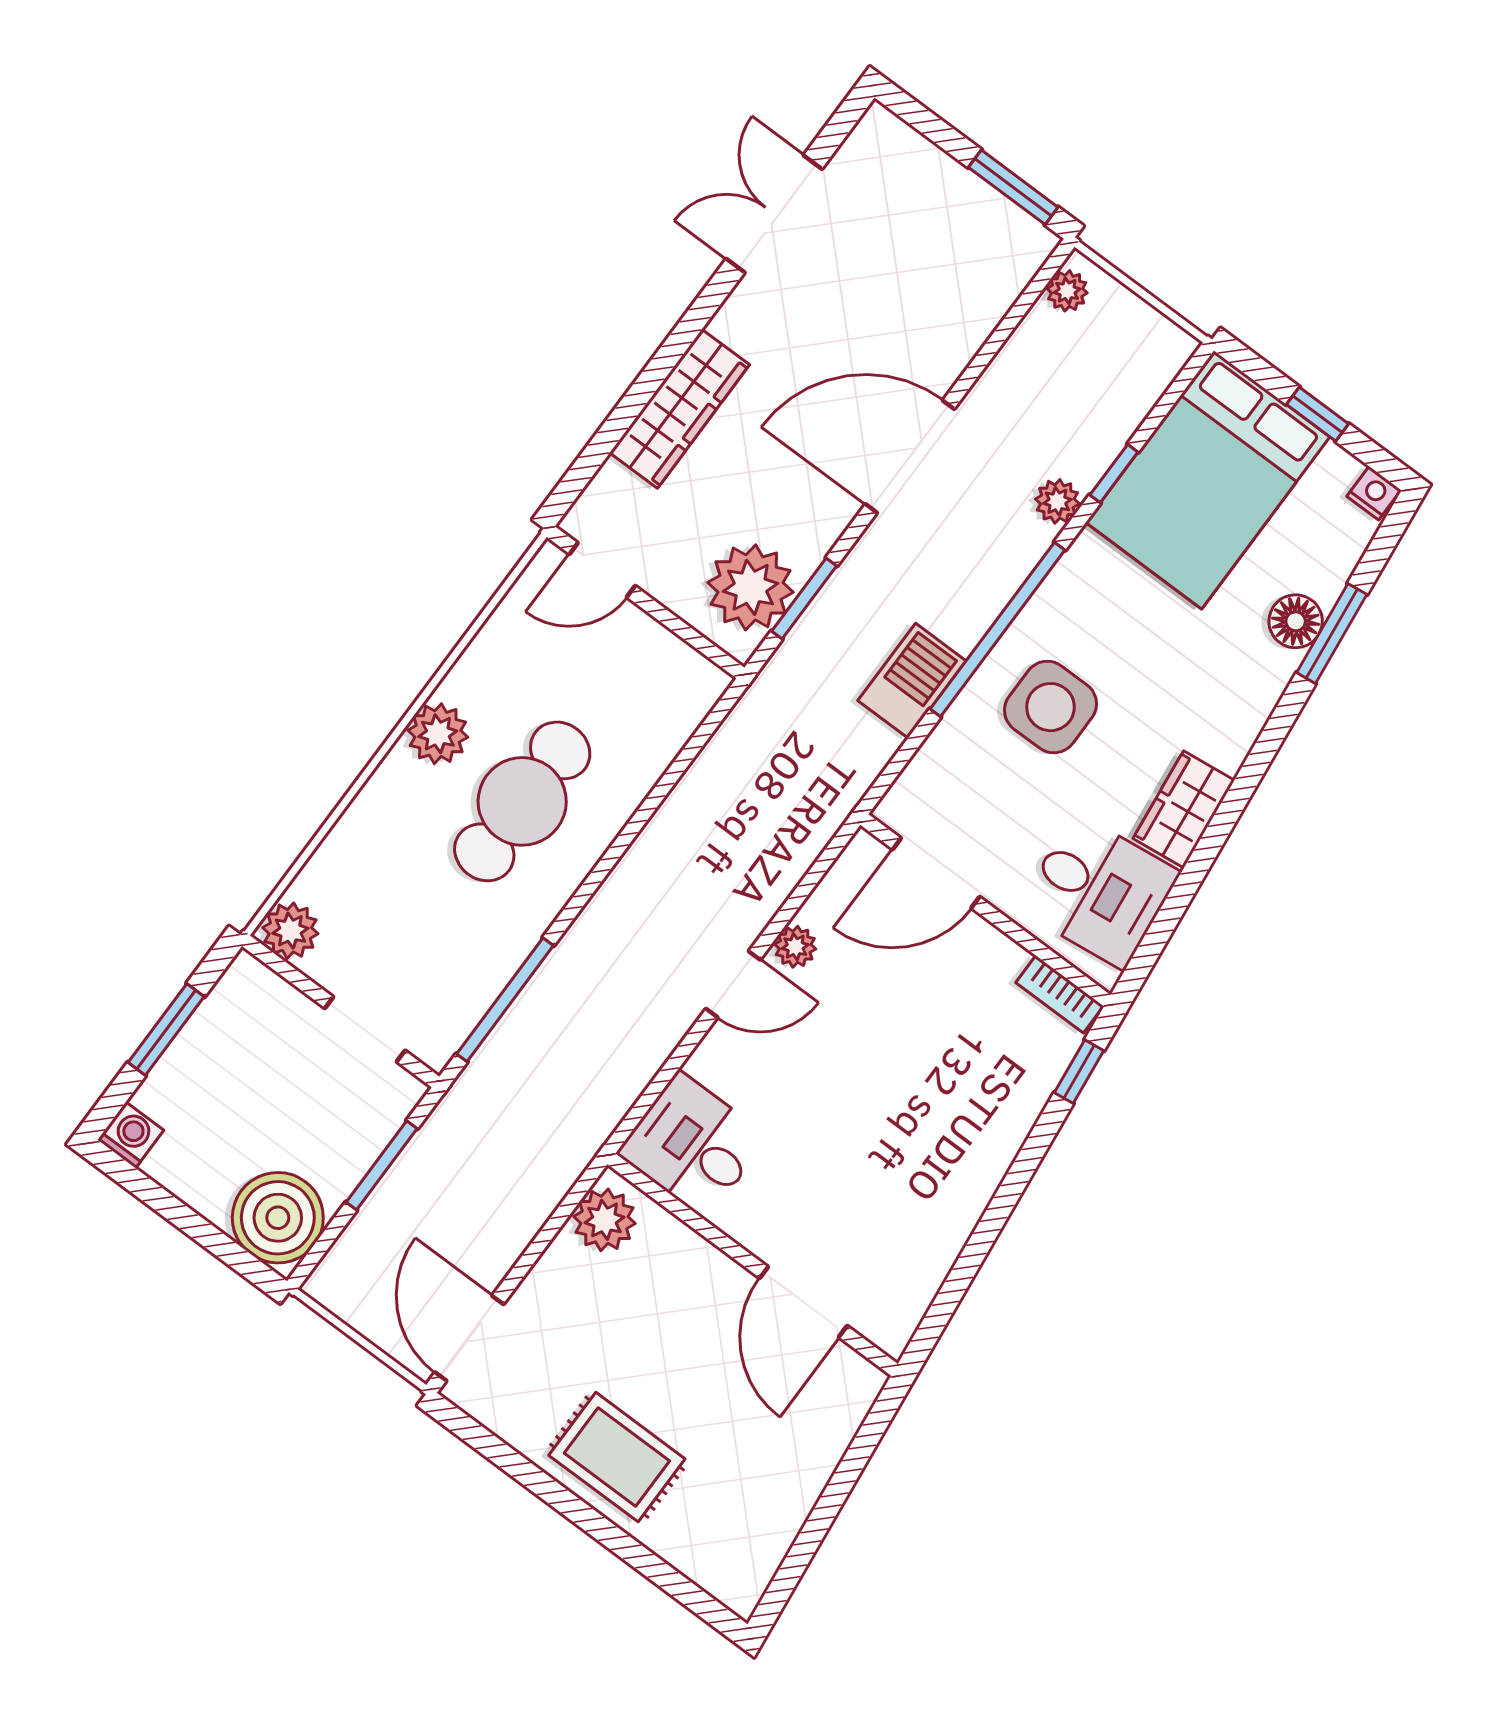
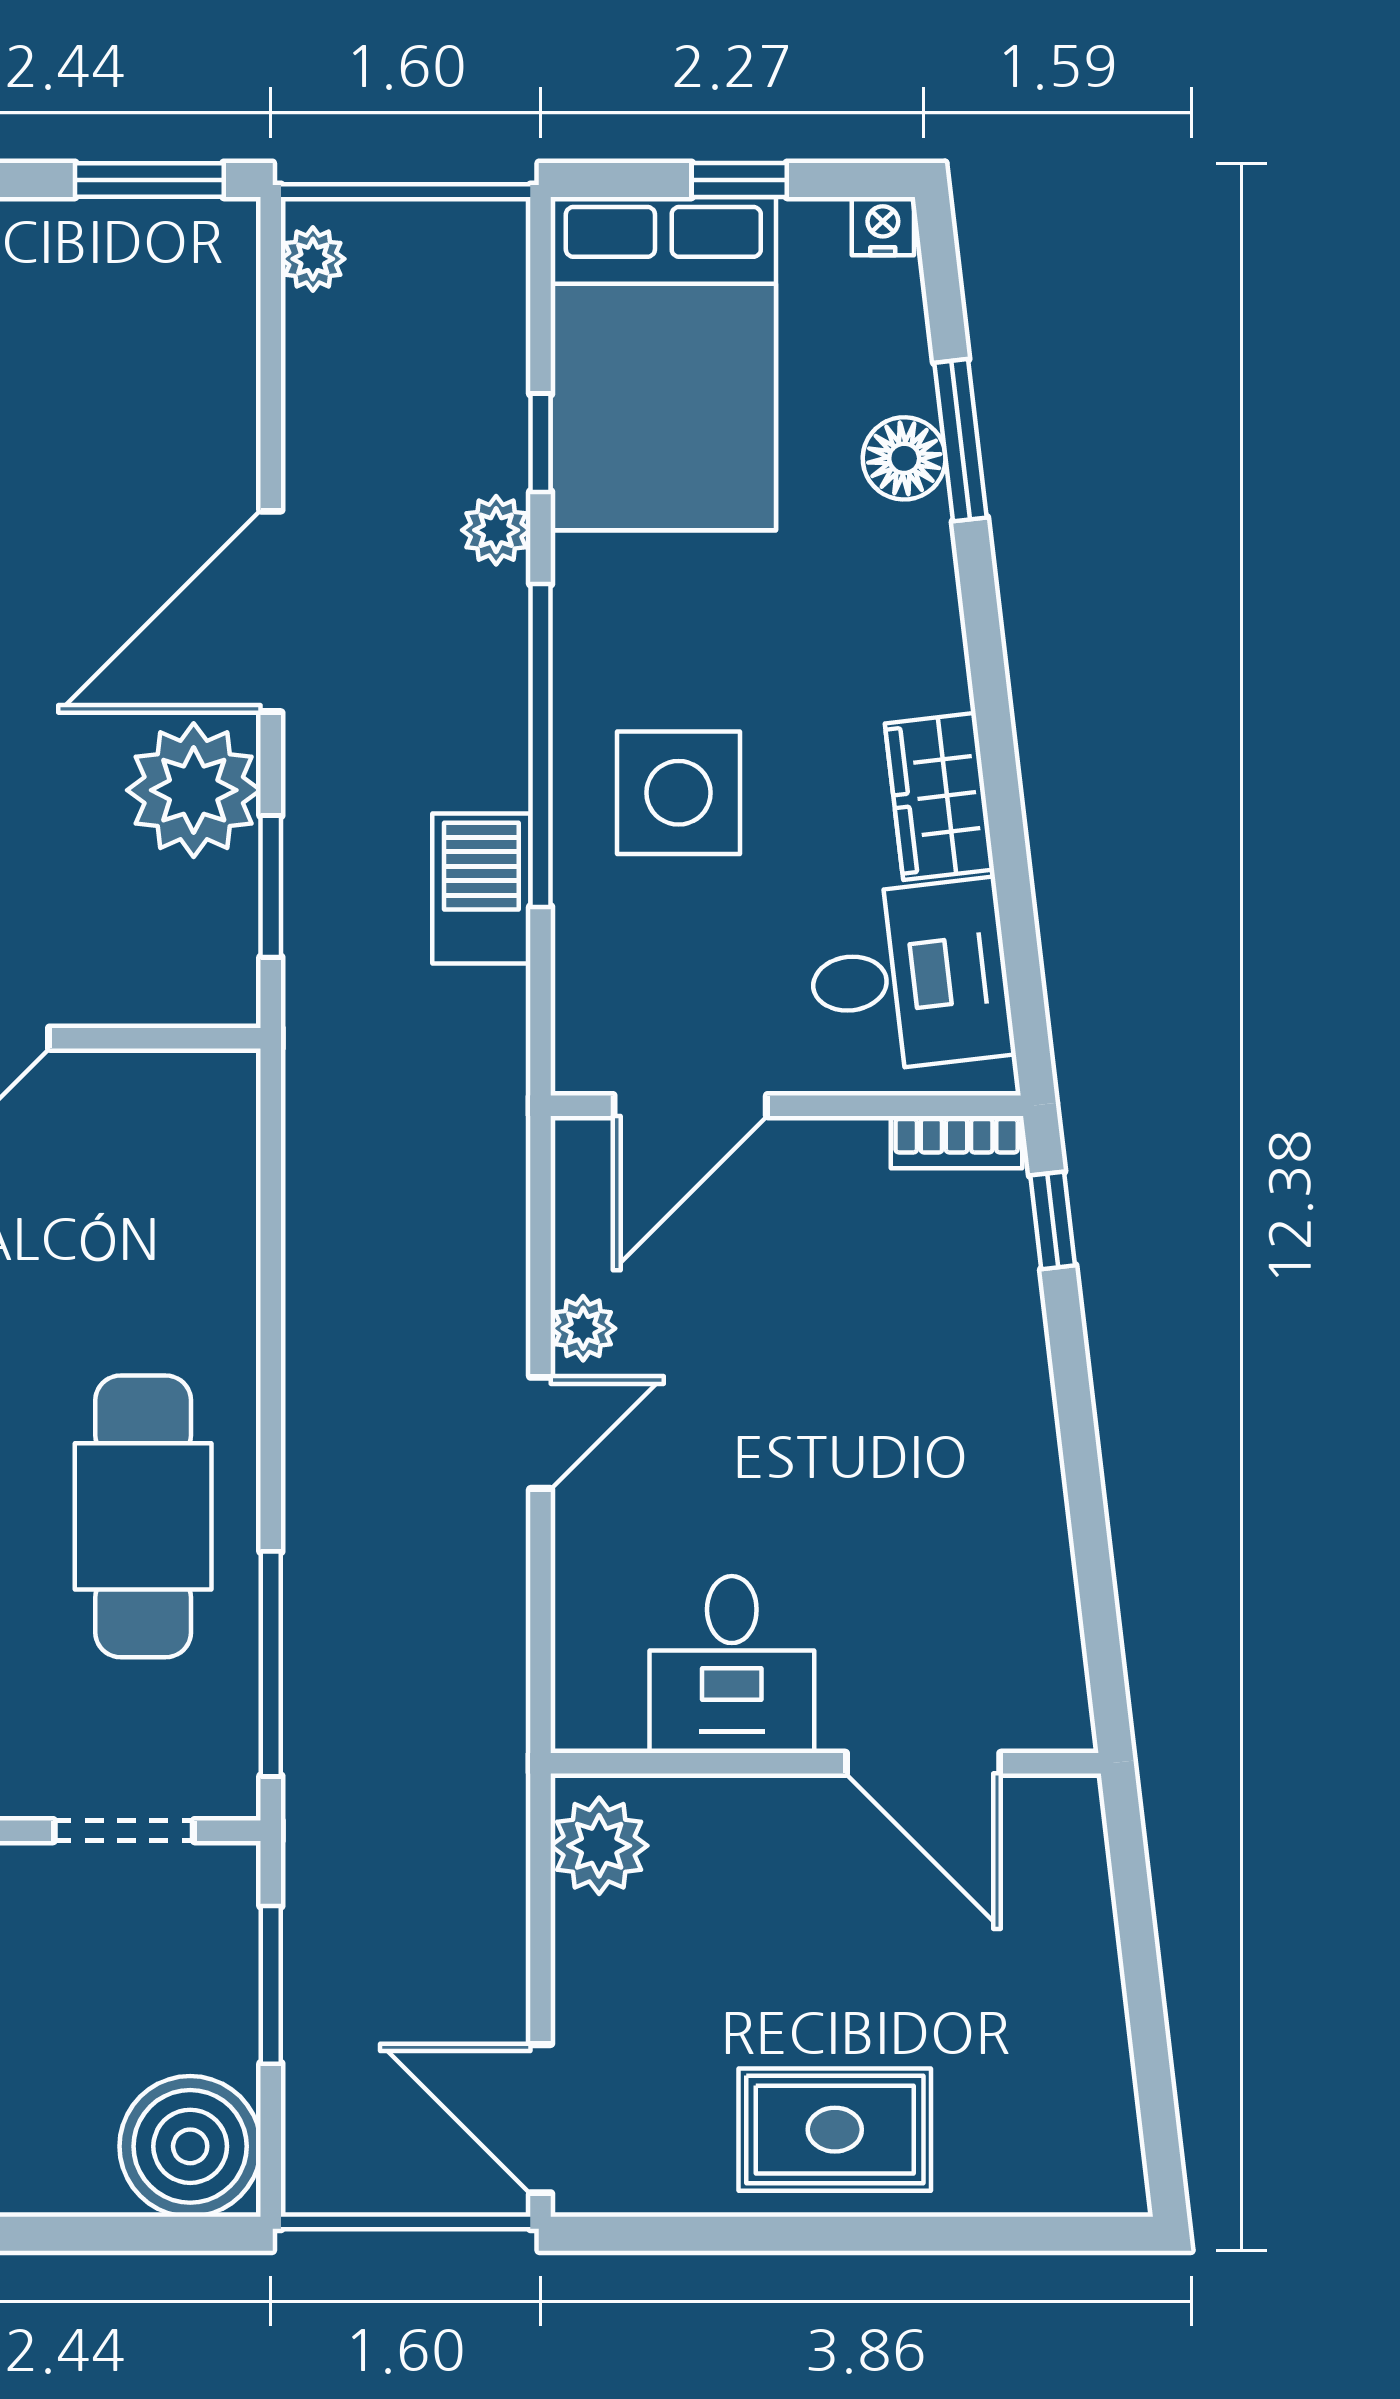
plant: (751, 587) -> (194, 790), moved
cafe table: (522, 801) -> (143, 1516), moved
desk: (692, 1145) -> (732, 1665), moved, turned -90

